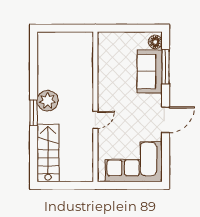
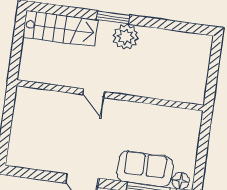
corner sofa: (134, 162) -> (35, 134), removed

